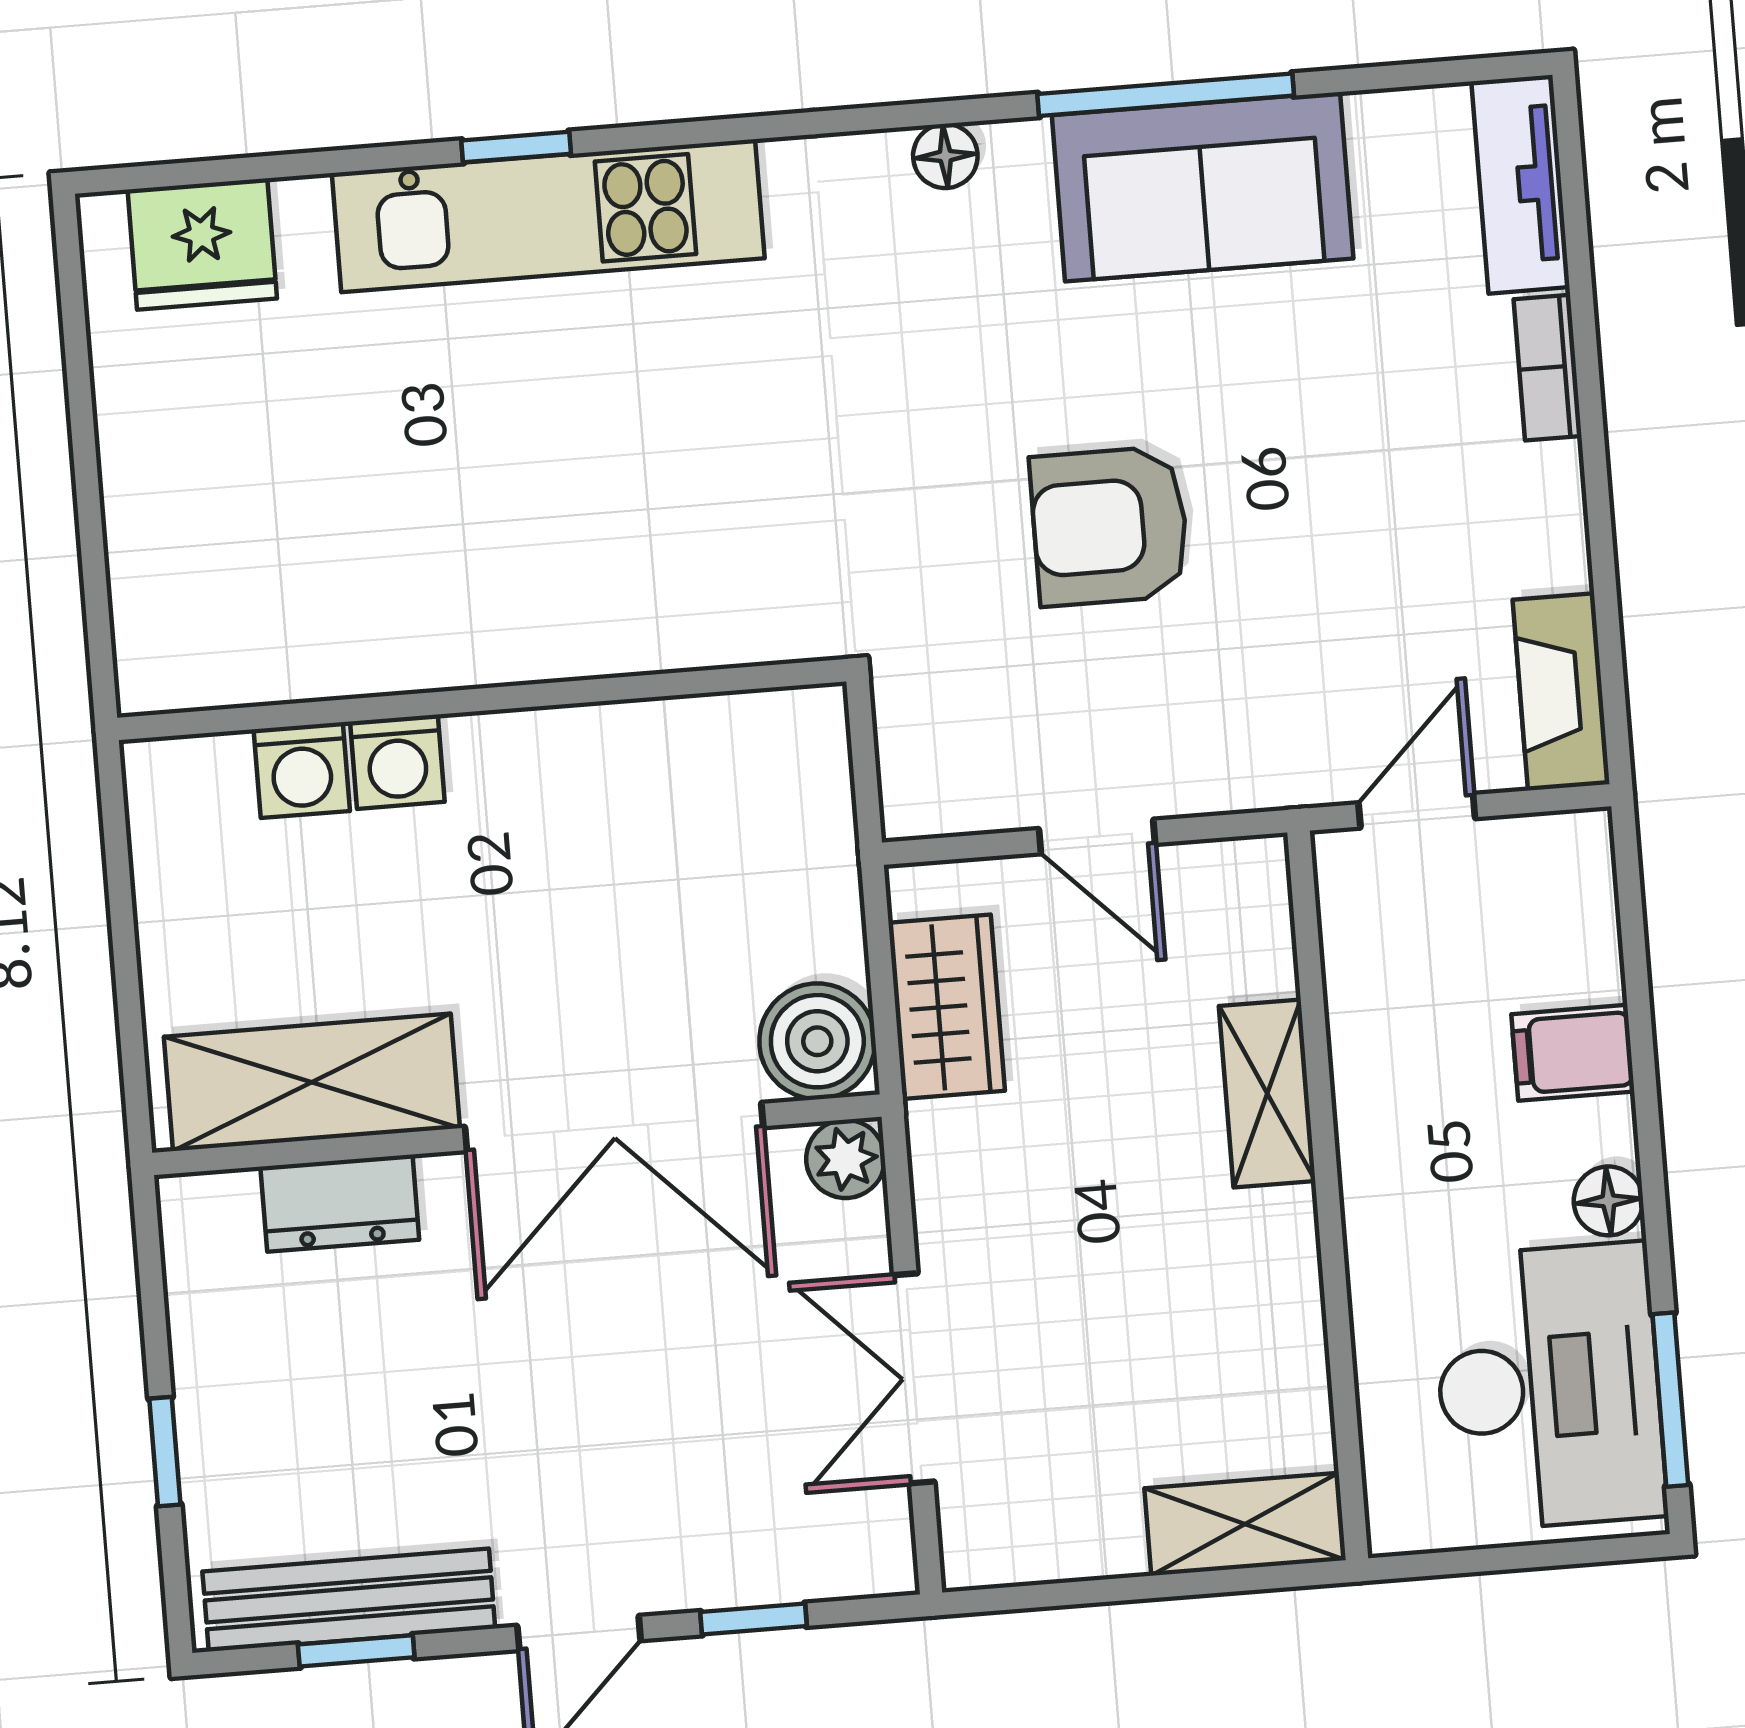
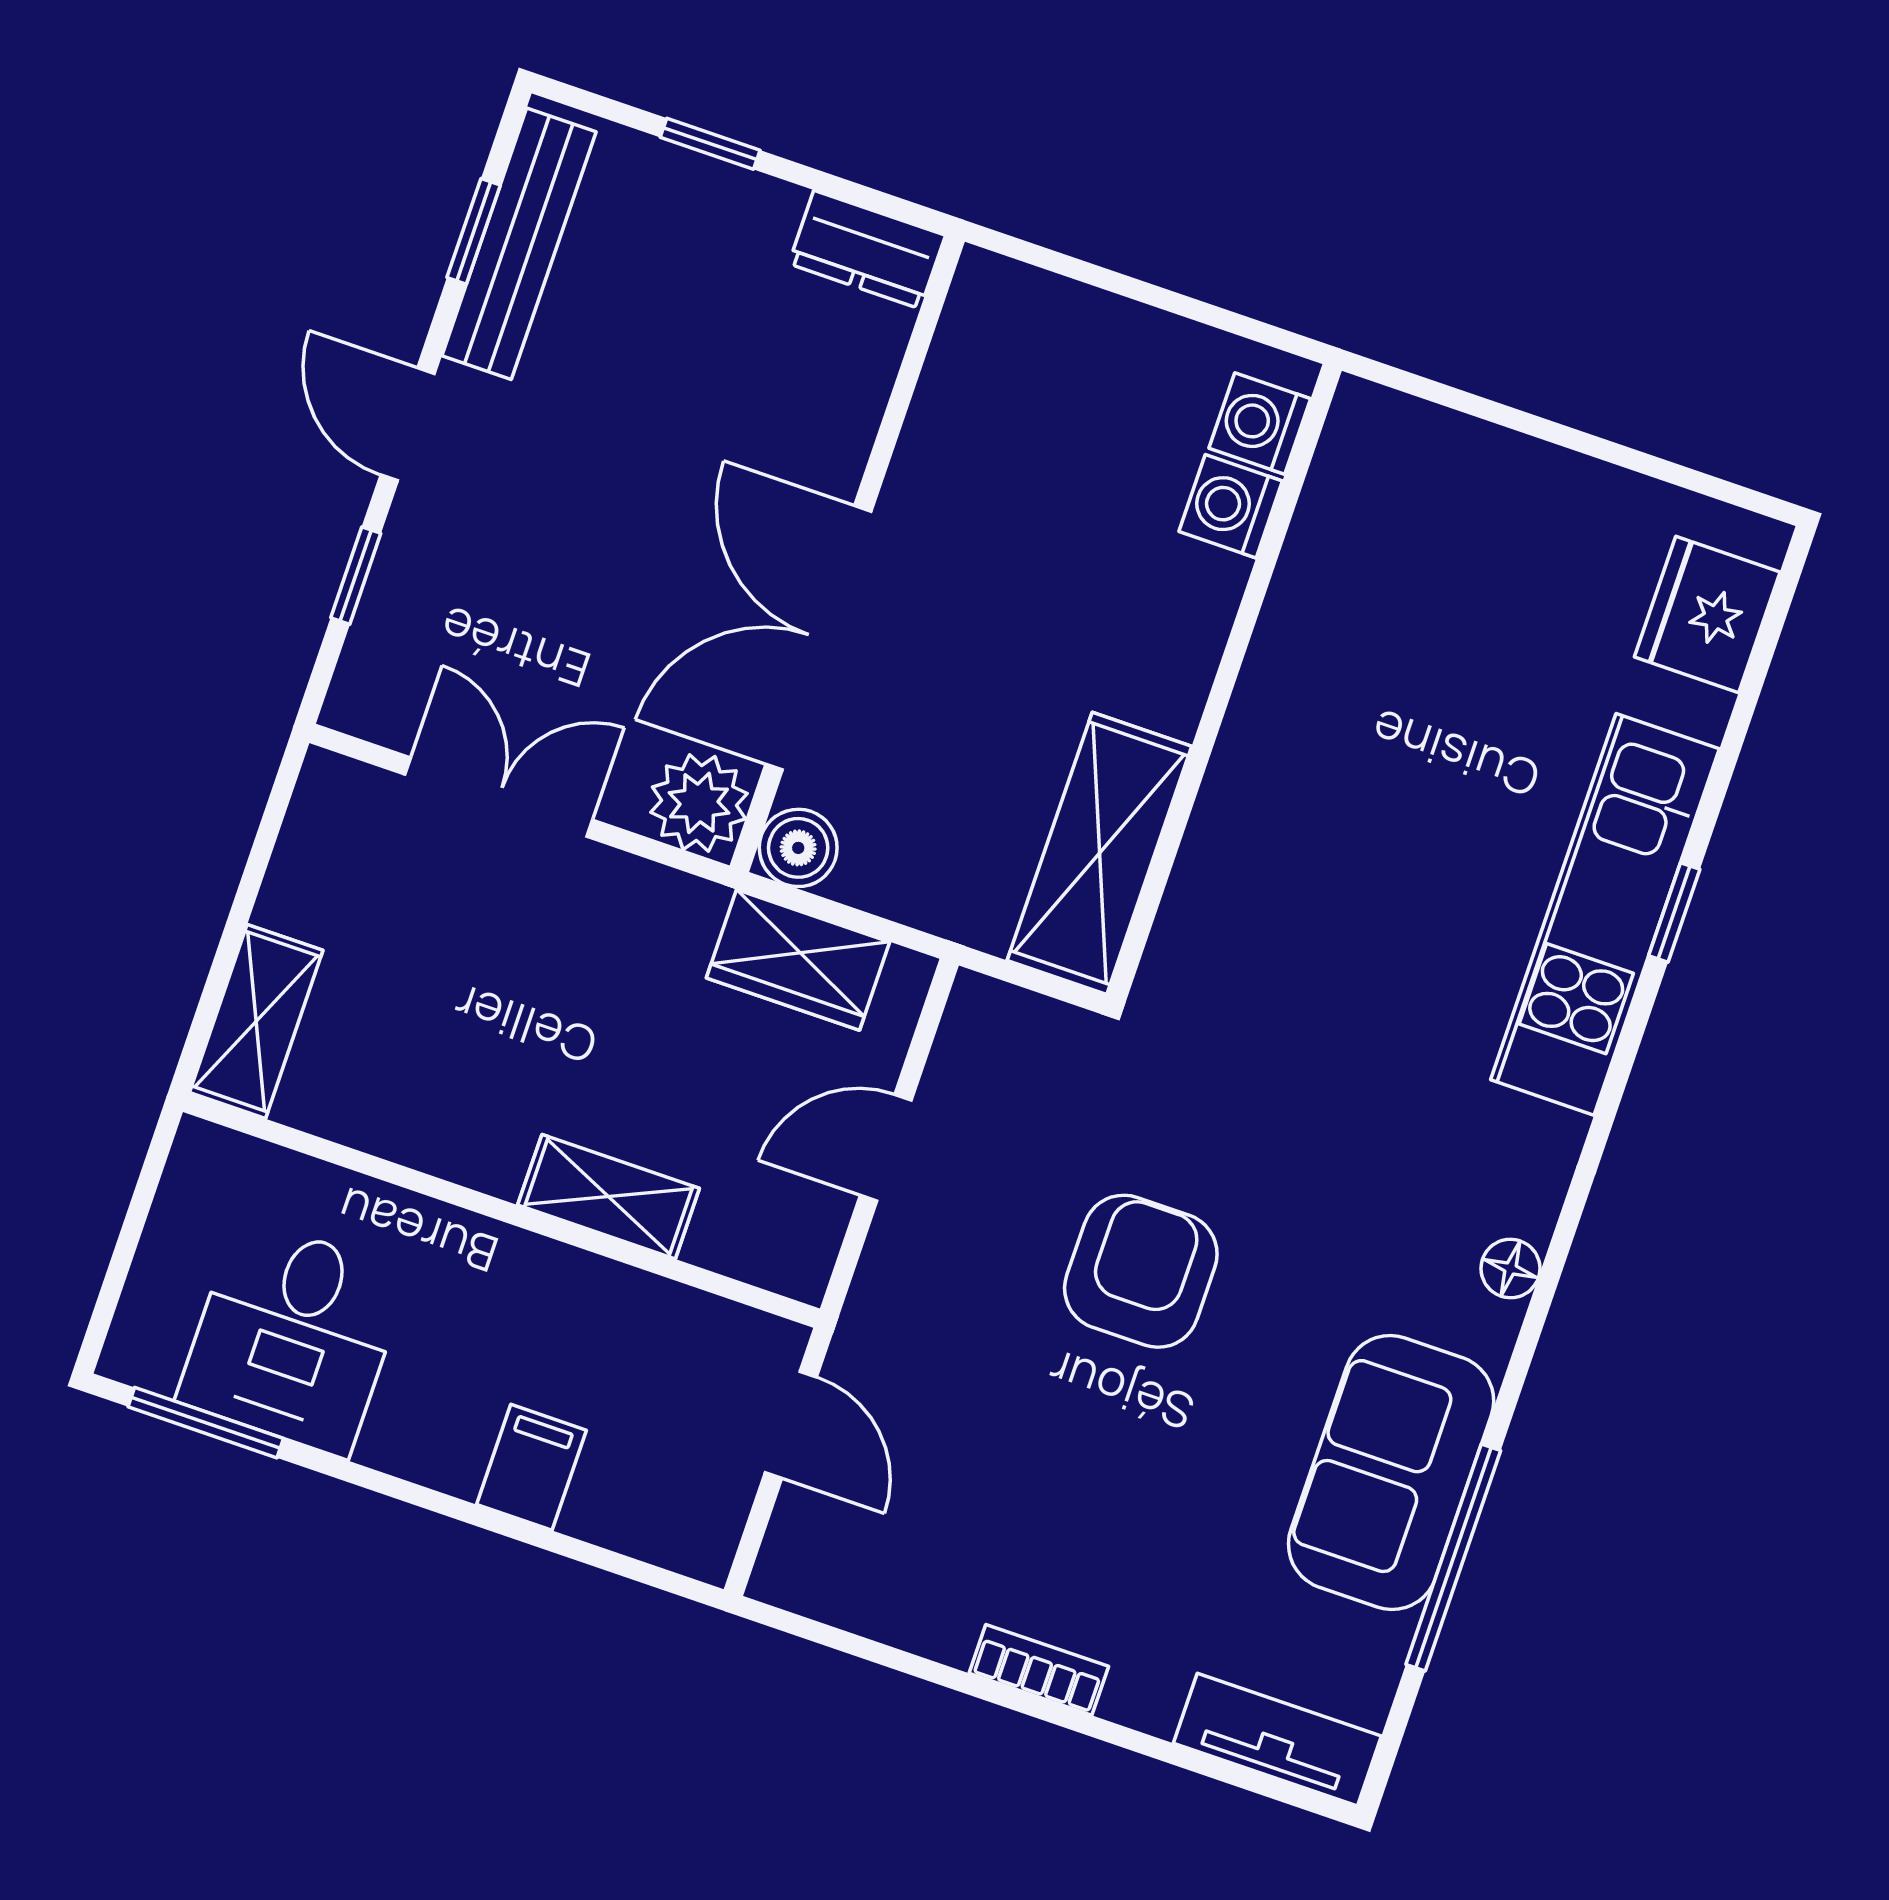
window: (1166, 95) -> (1453, 1558), moved
bookcase: (1548, 368) -> (1039, 1670), moved
fireplace: (1561, 692) -> (838, 1589), removed
washing machine: (397, 762) -> (1260, 424), moved
boiler: (817, 1041) -> (798, 848), width x0.73, depth x0.73
shelving: (312, 1082) -> (1099, 853), moved
plant: (846, 1159) -> (699, 803), width x1.38, depth x1.38
floor lamp: (1608, 1201) -> (395, 1443), removed
dresser: (340, 1203) -> (867, 250), moved, turned -90
desk: (1549, 1387) -> (293, 1337), width x0.73

